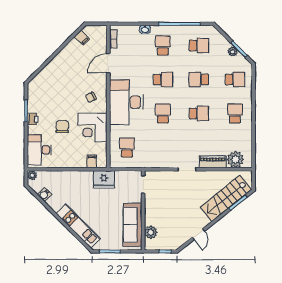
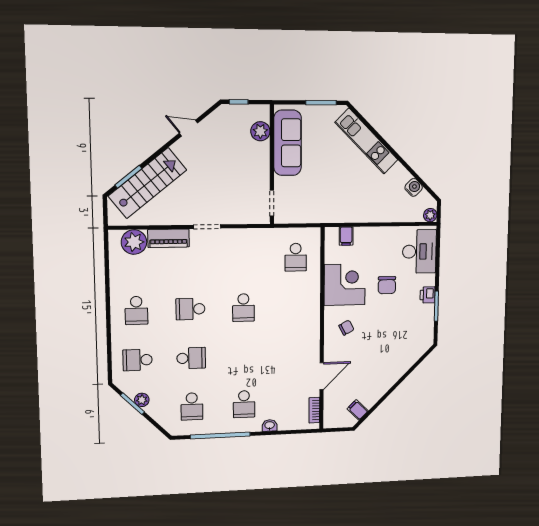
school desk: (199, 46) -> (192, 406), turned -90
school desk: (163, 80) -> (244, 356), removed
desk: (126, 102) -> (296, 322), removed
fridge: (104, 179) -> (329, 210), removed
door: (198, 234) -> (188, 128), hinge flipped

